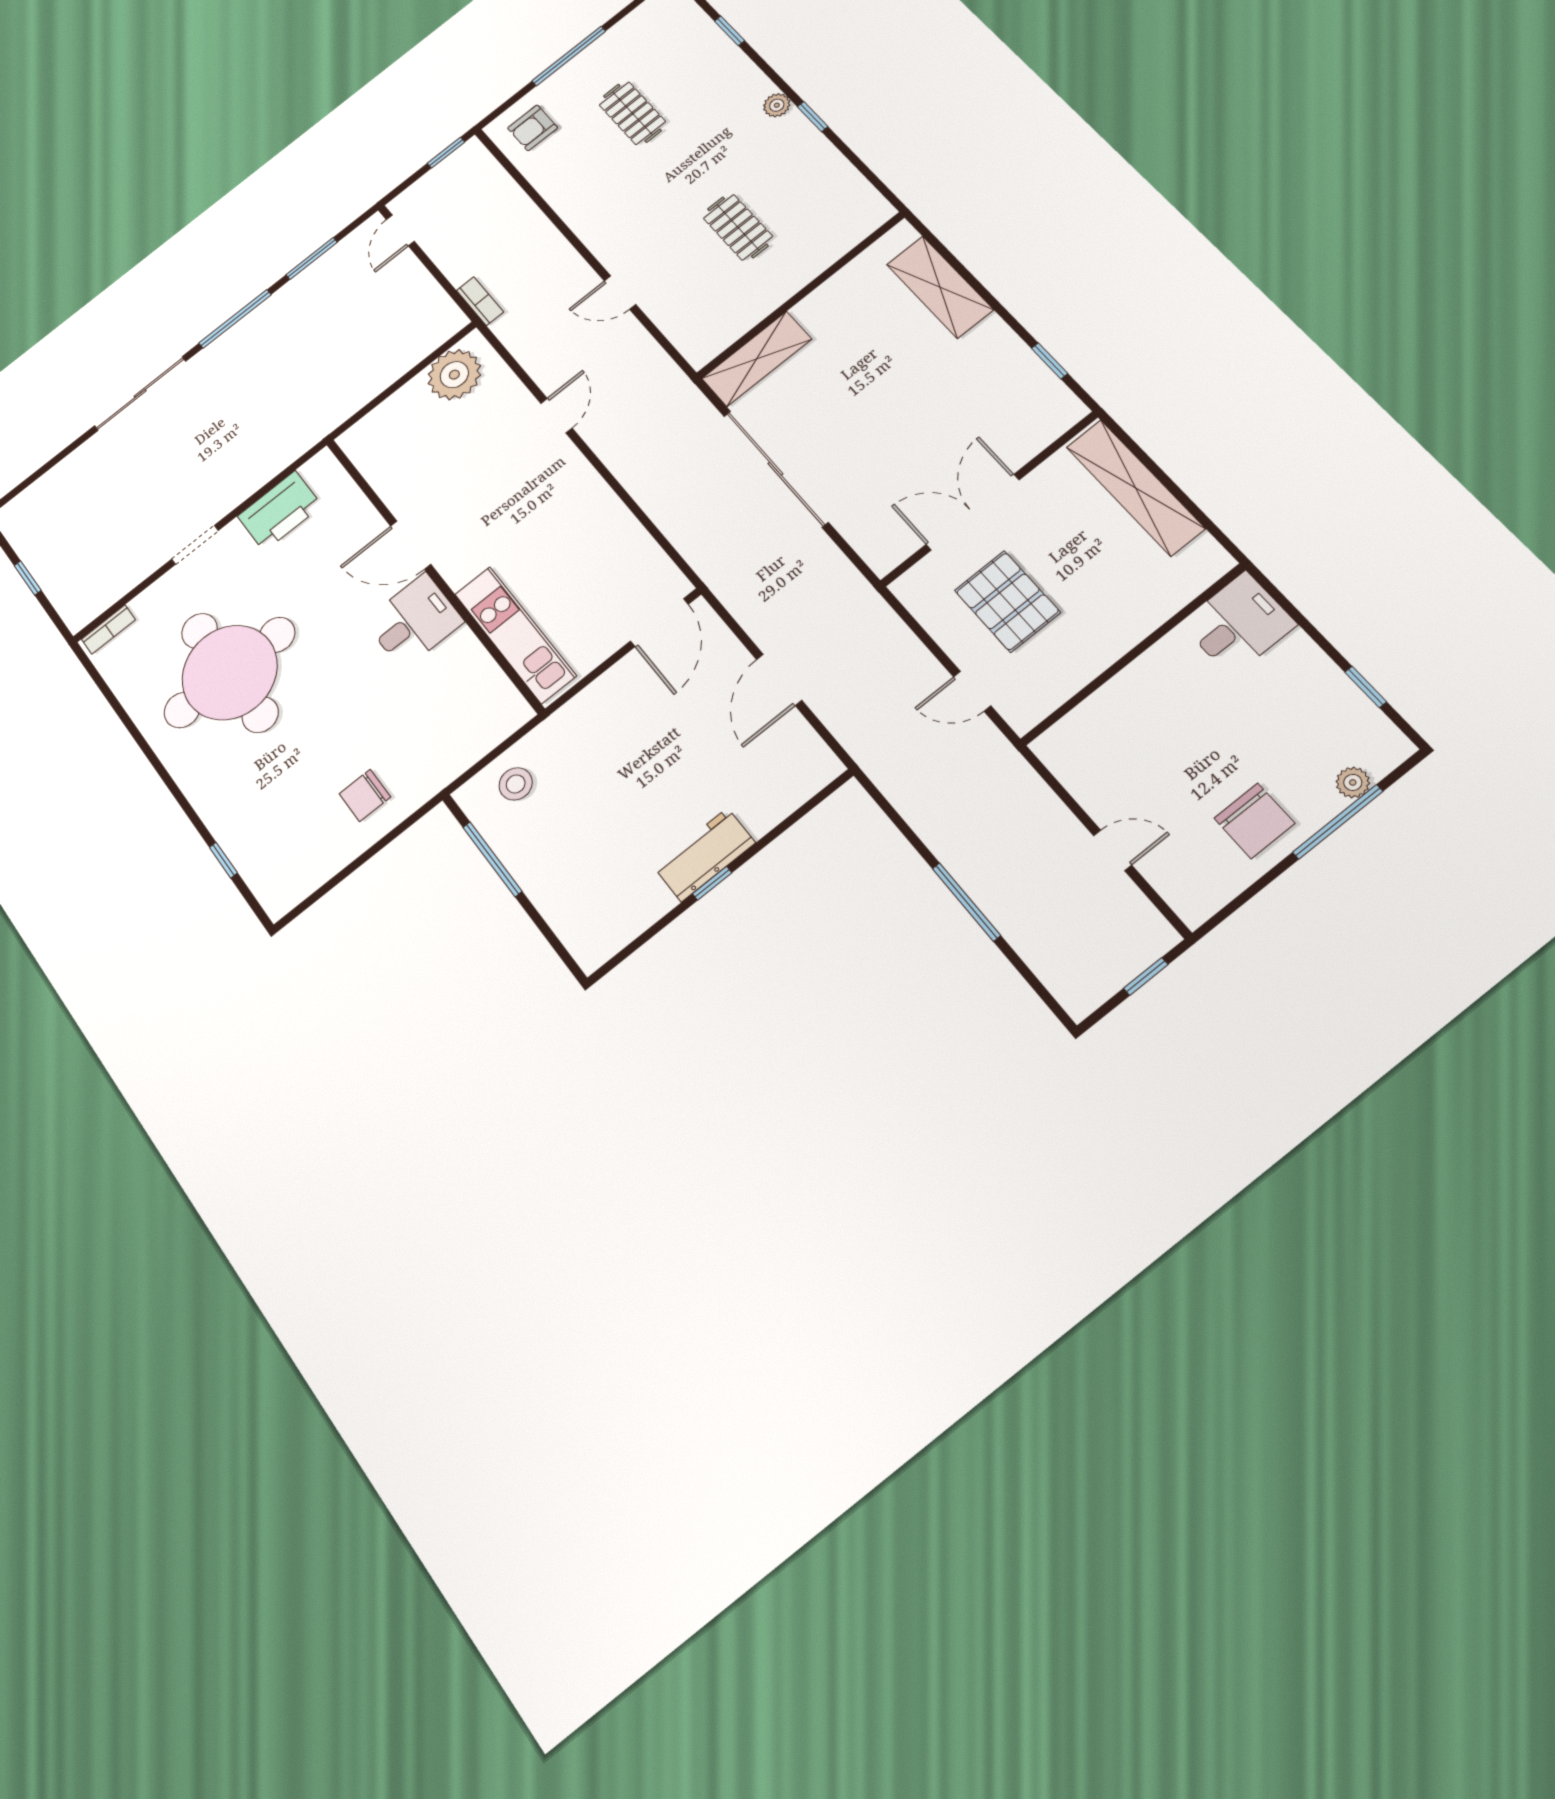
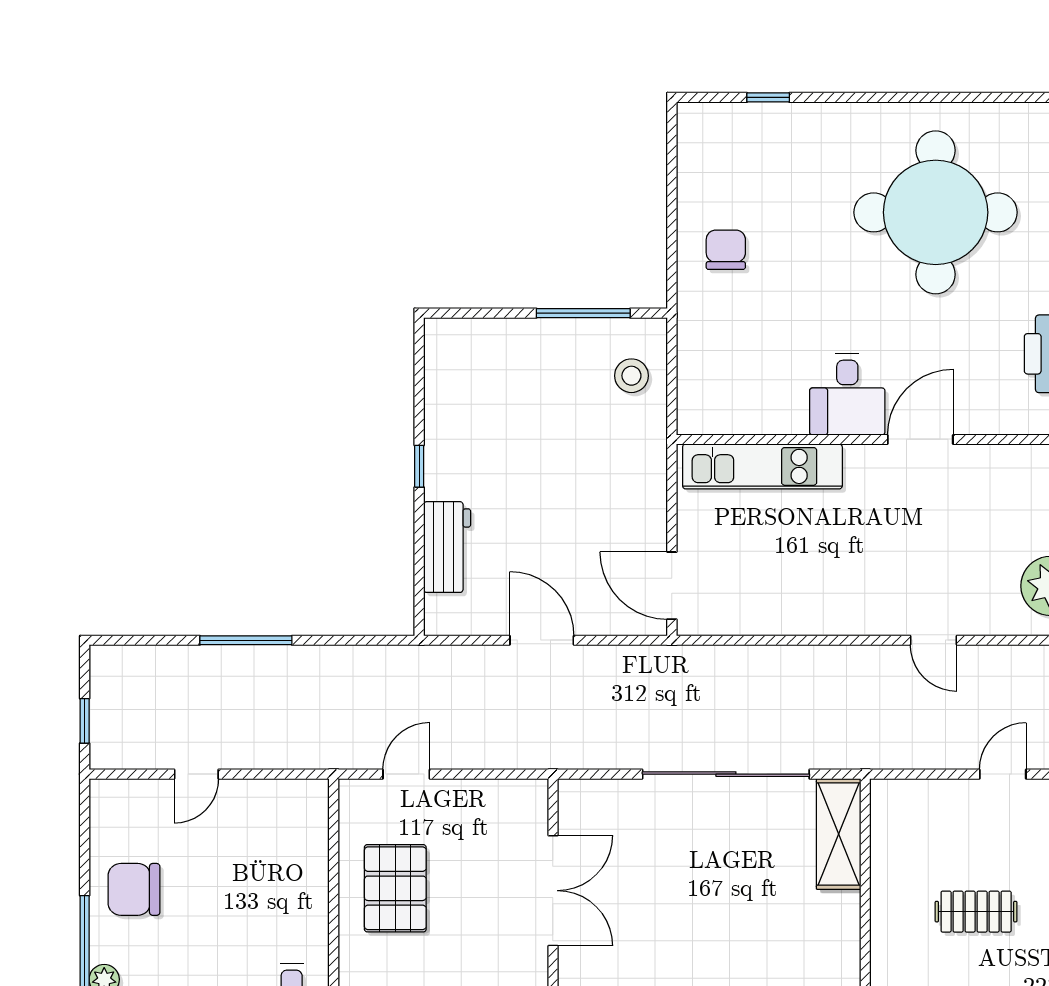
pallet: (1007, 601) -> (395, 888), moved, turned 90
workbench: (704, 855) -> (447, 547), moved

